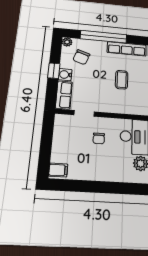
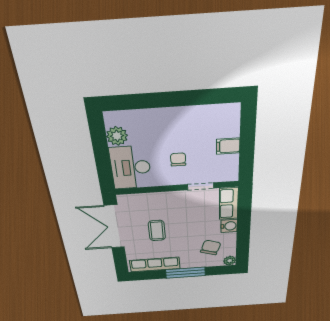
window: (104, 37) -> (186, 273), width x0.68
window: (54, 71) -> (244, 228), removed
filing cabinet: (58, 170) -> (228, 146), moved

